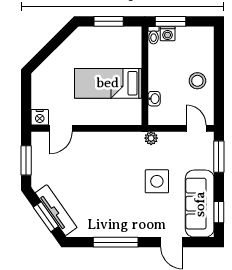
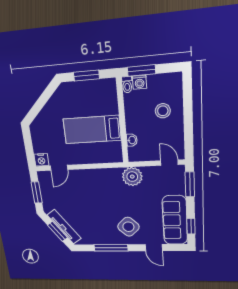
stool: (197, 81) -> (163, 111), moved
plant: (151, 138) -> (132, 177), width x1.88, depth x1.88
side table: (157, 181) -> (128, 227), moved, turned 45

